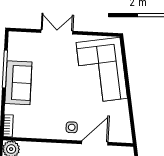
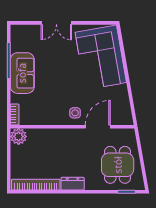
double door: (57, 32) -> (56, 23), swing flipped

